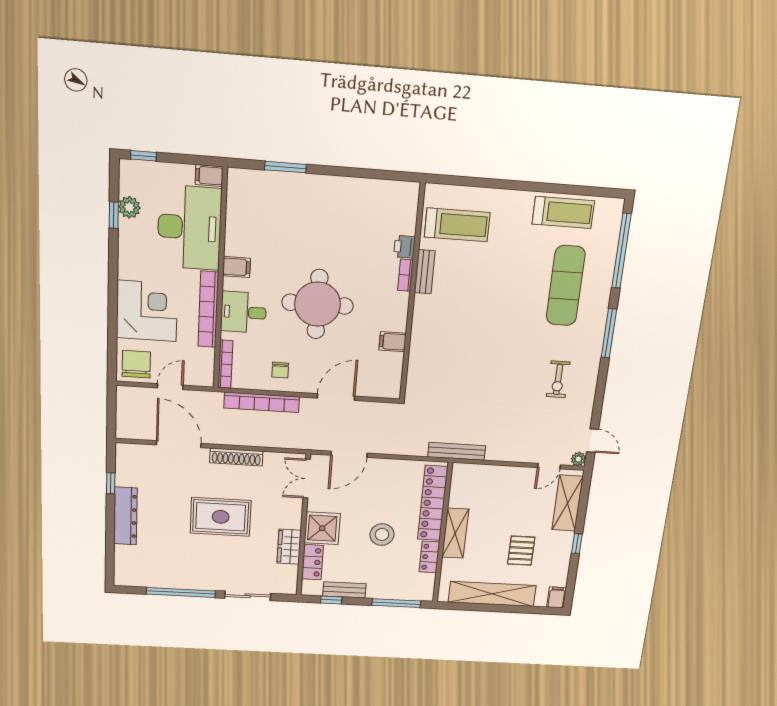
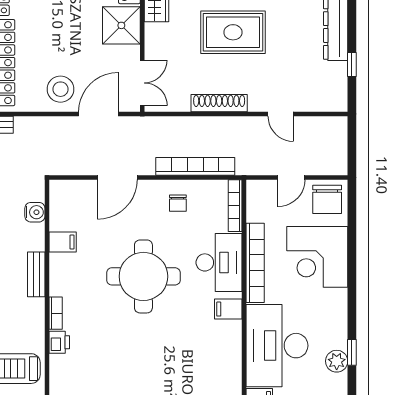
bench: (425, 272) -> (36, 274), moved
desk: (243, 312) -> (219, 262), width x1.37
chair: (280, 370) -> (178, 203), turned 180
water cooler: (416, 371) -> (35, 212), added
door: (179, 444) -> (281, 114), width x0.53
stool: (382, 535) -> (60, 89), moved

